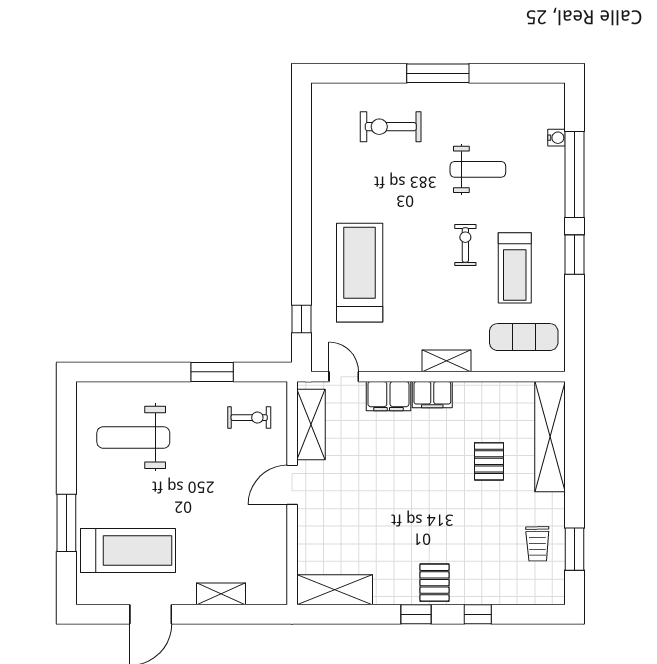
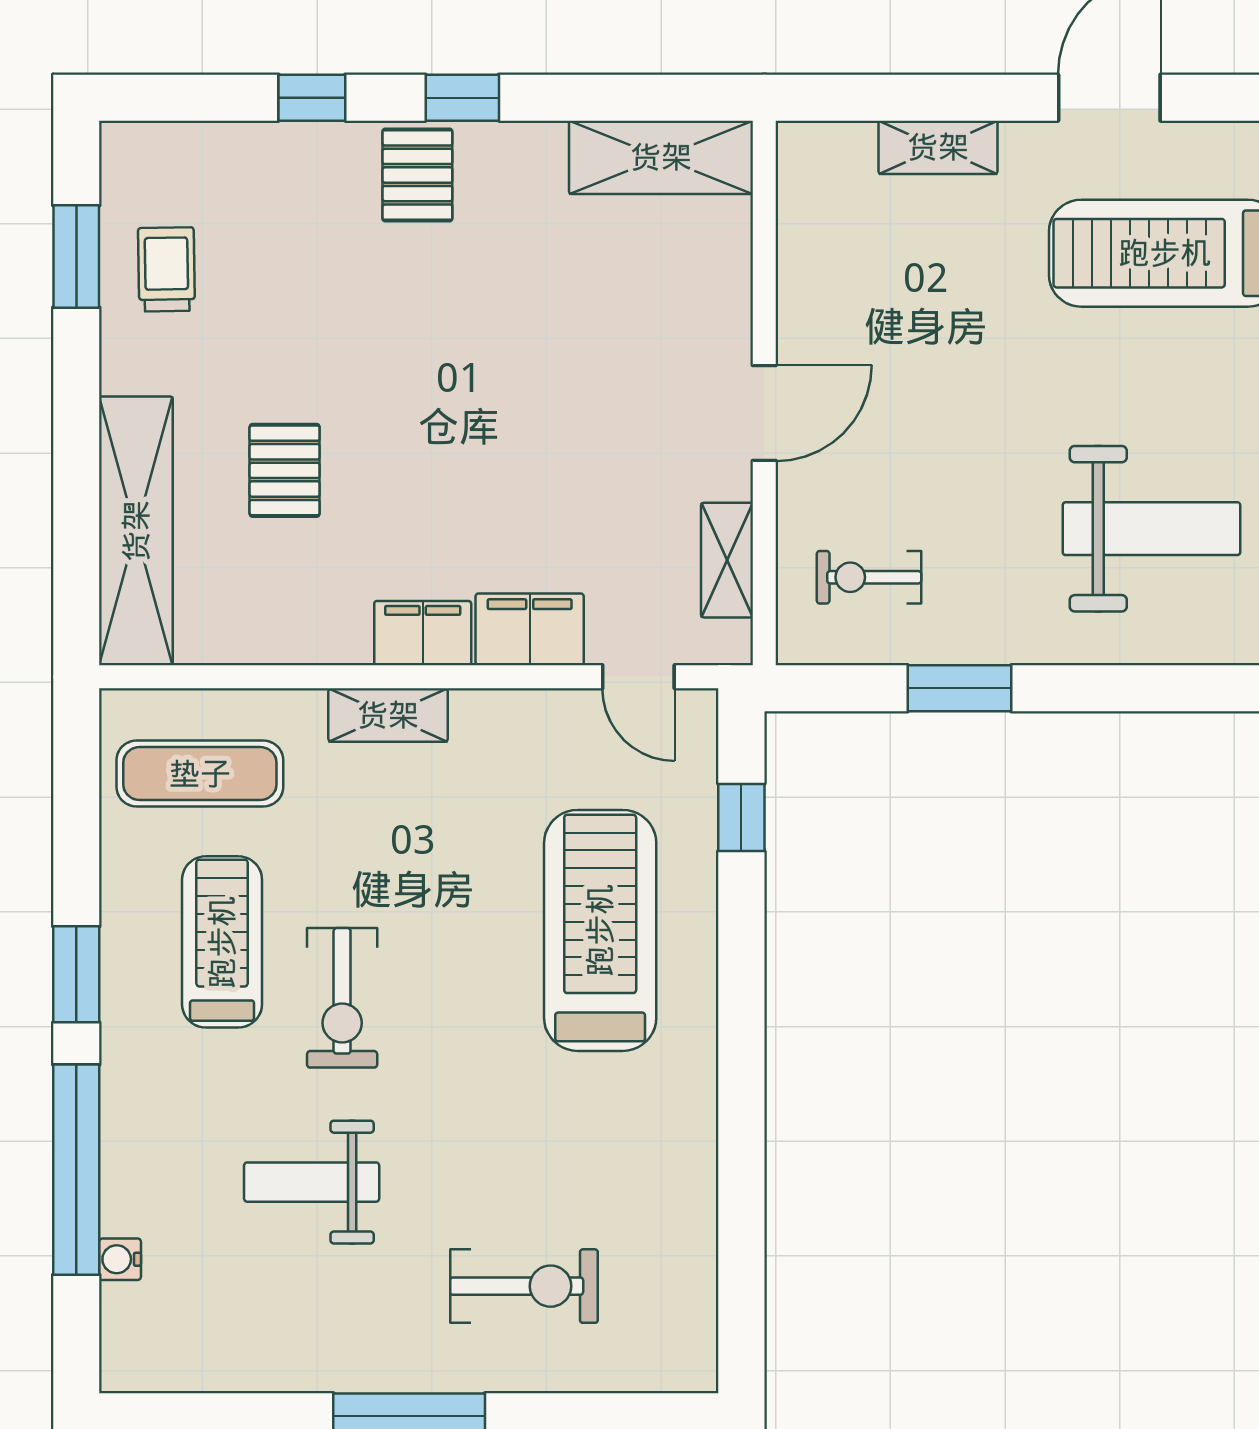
exercise bike: (465, 245) -> (342, 998), width x1.38, depth x1.39
treadmill: (360, 273) -> (600, 930), turned 180
shelving: (311, 425) -> (727, 560), width x0.67, depth x0.75

